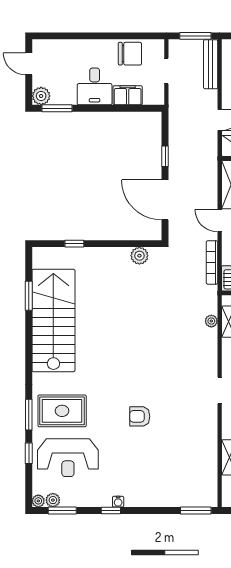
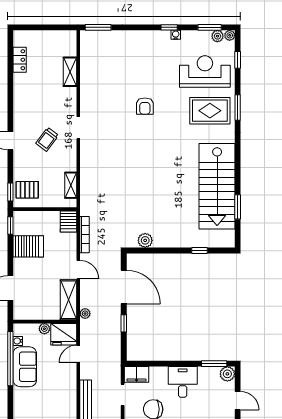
filing cabinet: (128, 95) -> (136, 374), moved
plant: (211, 321) -> (85, 314), moved
armchair: (140, 416) -> (145, 106), turned 90
window: (29, 453) -> (238, 60), moved
water cooler: (118, 502) -> (176, 35), moved

